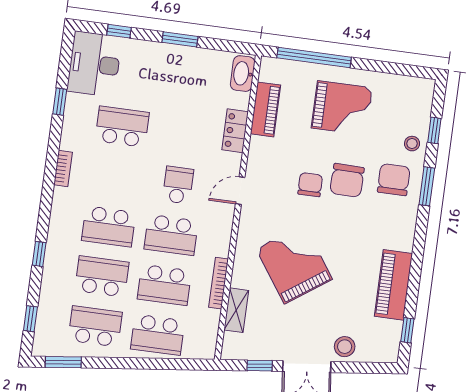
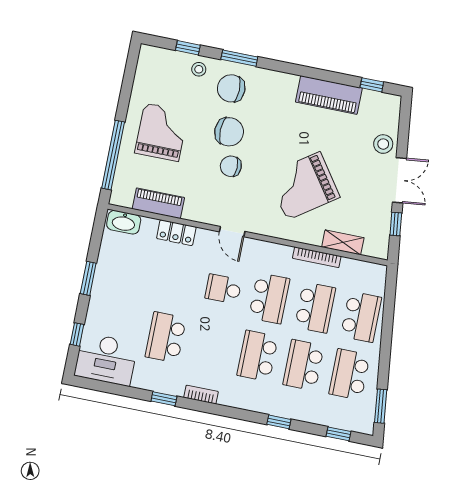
window: (60, 102) -> (164, 399), moved
school desk: (109, 227) -> (258, 356), turned 180

